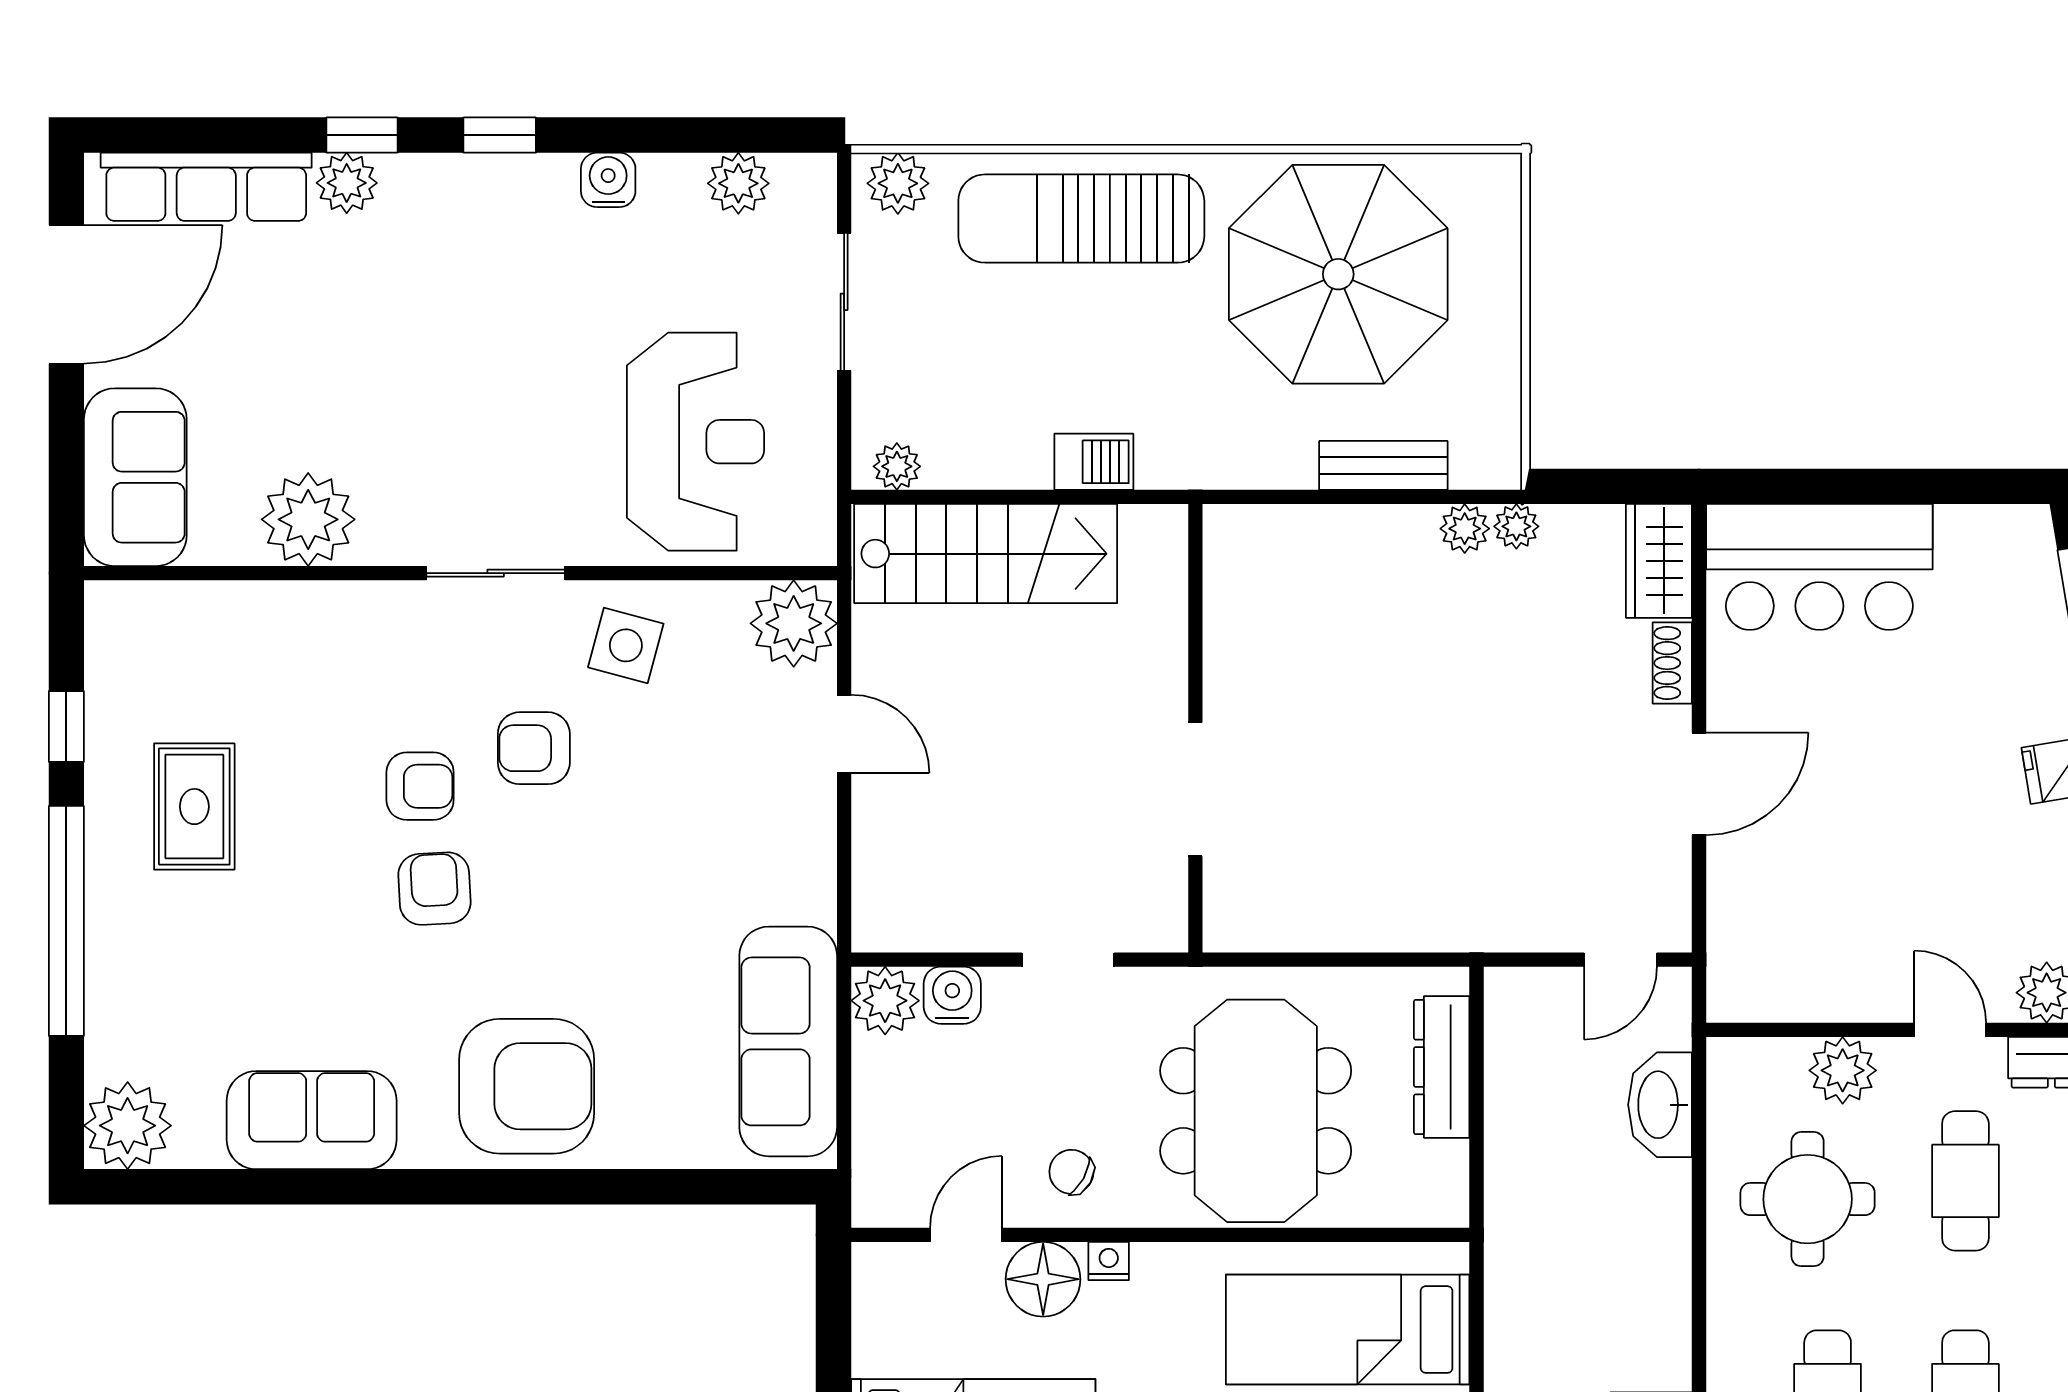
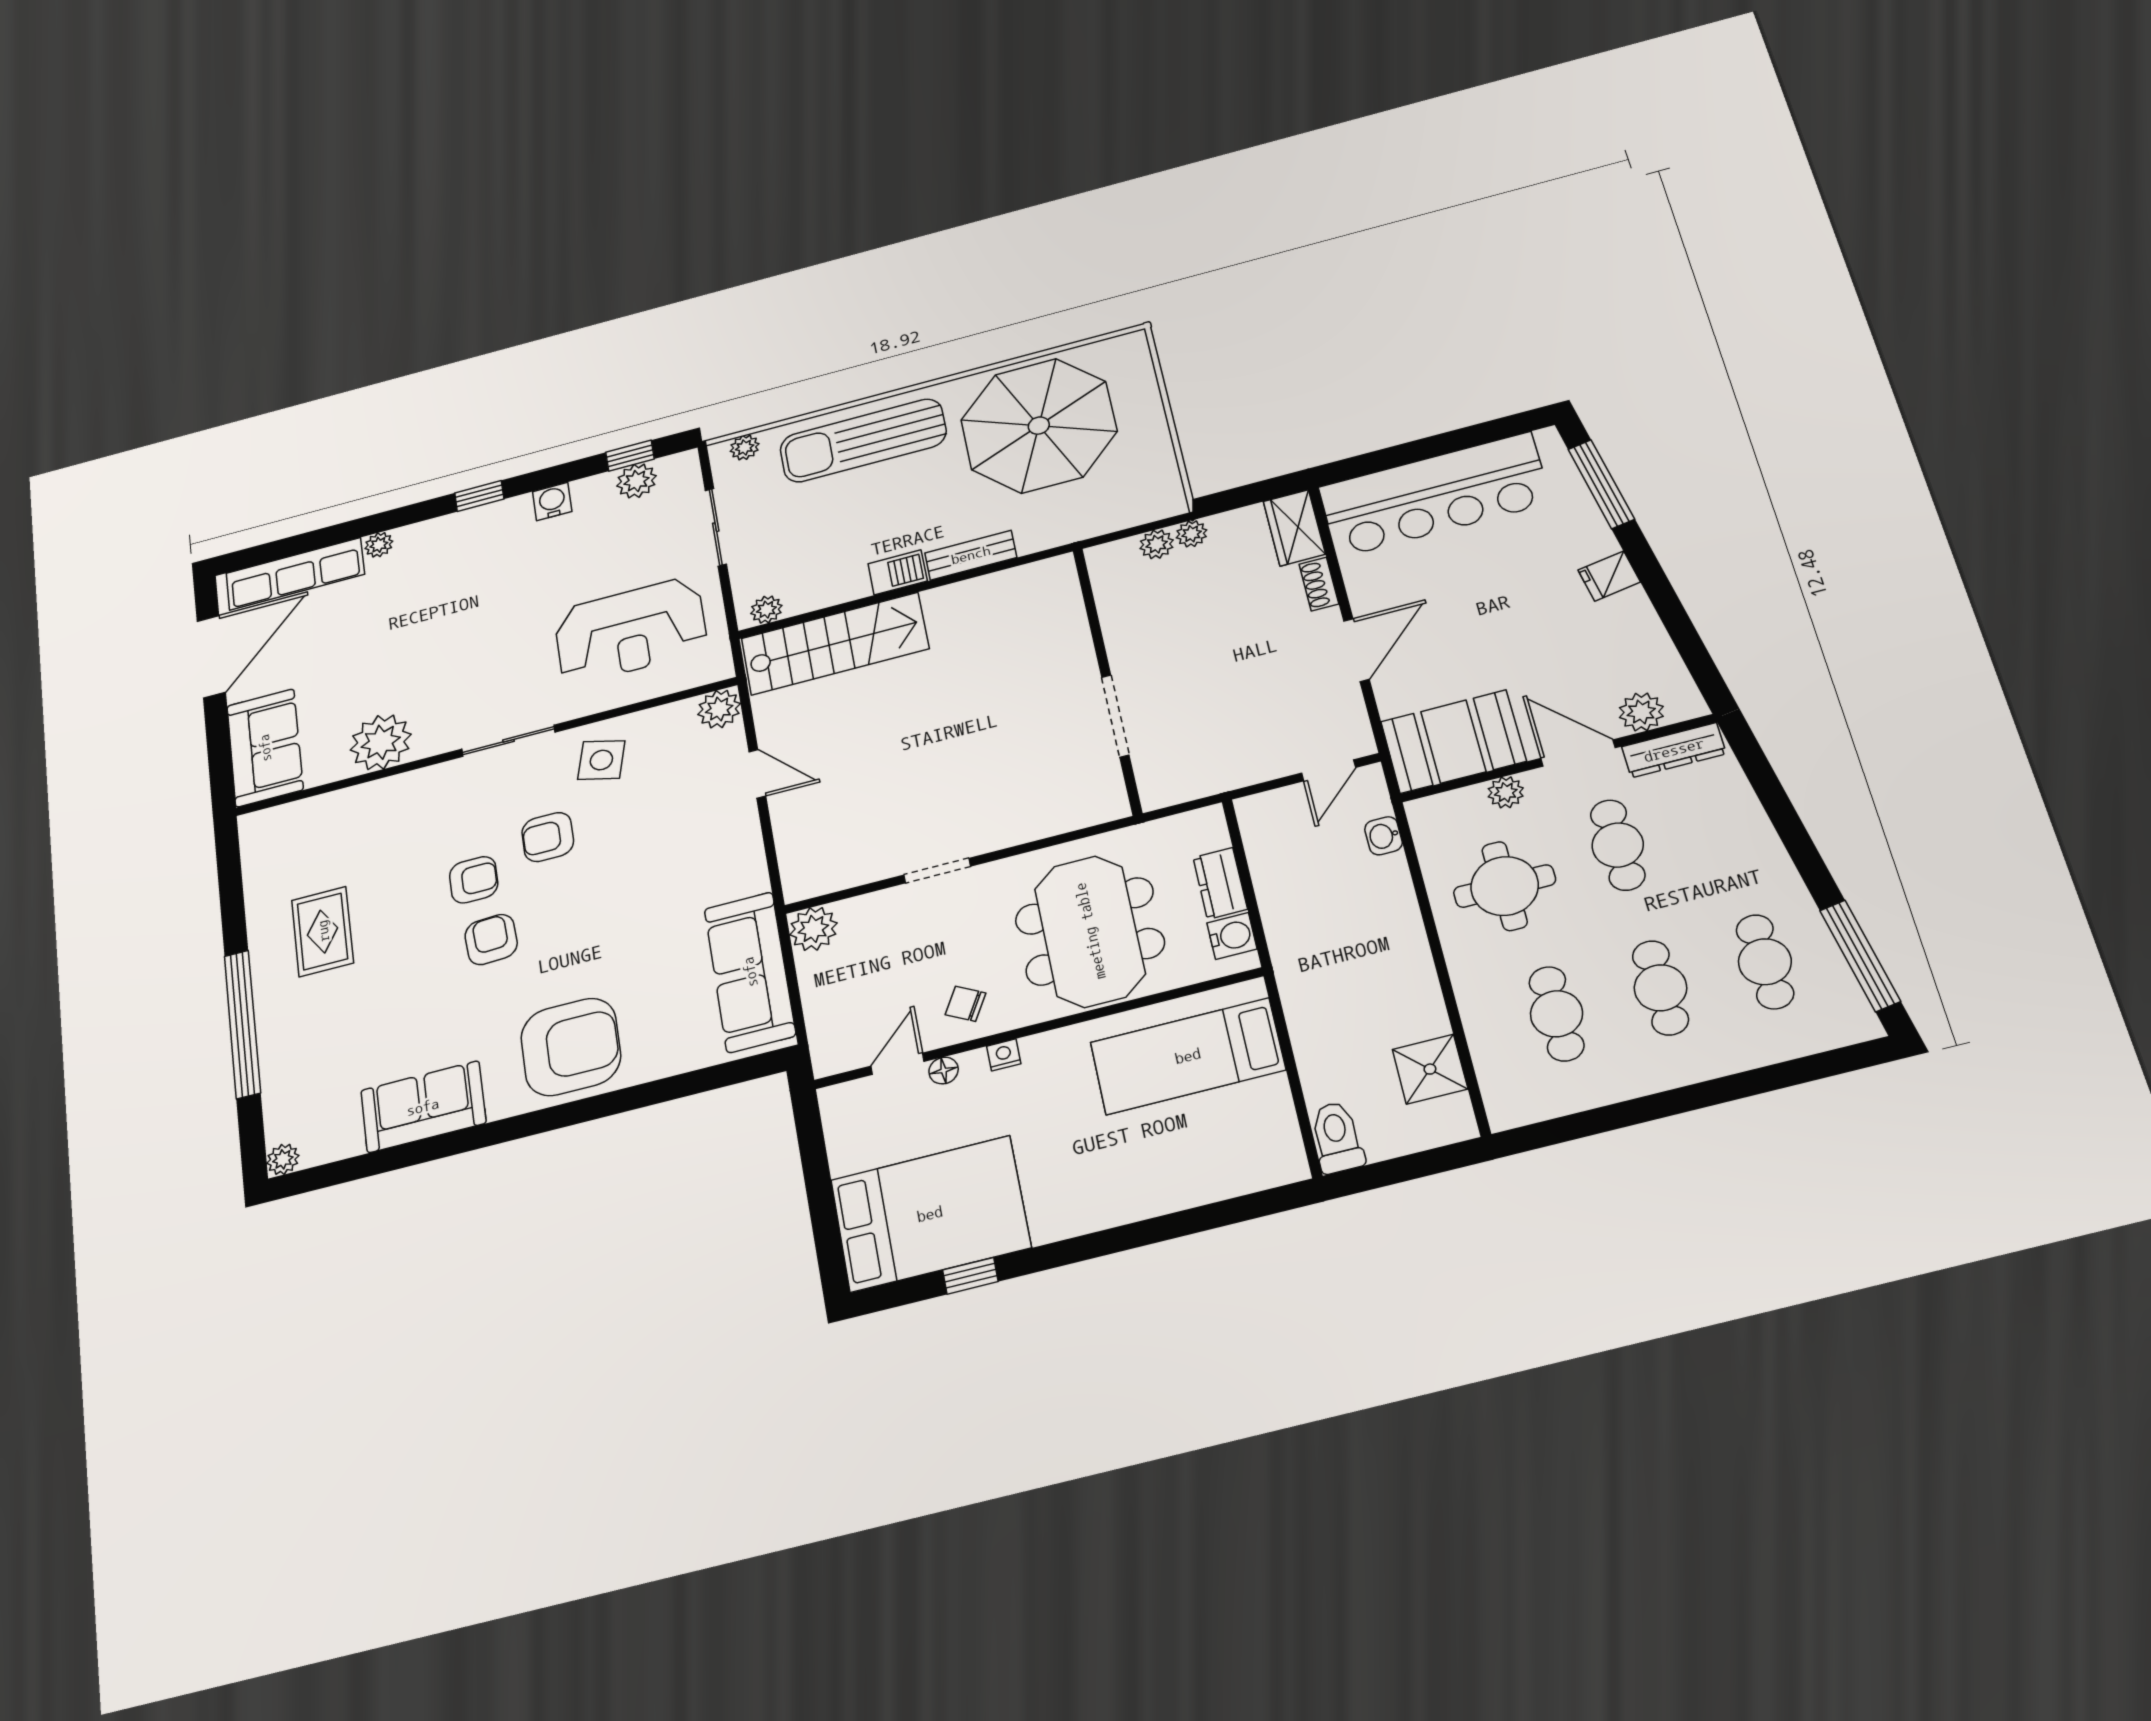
window: (362, 135) -> (630, 456), moved
plant: (347, 183) -> (379, 545), width x0.73, depth x0.73
plant: (898, 183) -> (745, 447), width x0.73, depth x0.73
reception desk: (696, 442) -> (630, 631), turned 90
bench: (1383, 465) -> (971, 555), moved
bar counter: (1819, 567) -> (1434, 495), width x1.36
plant: (794, 623) -> (719, 709), width x0.73, depth x0.73
window: (66, 727) -> (232, 905), removed
wall: (1195, 728) -> (1107, 680), moved
doorway: (1195, 789) -> (1115, 716), moved
booth: (1793, 964) -> (1453, 741), added
water cooler: (952, 995) -> (1232, 936), moved, turned 90
door: (1950, 1030) -> (1578, 753), width x1.37
dresser: (1442, 1067) -> (1220, 883), width x0.70
plant: (1843, 1070) -> (1506, 792), width x0.73, depth x0.73
washbasin: (1660, 1105) -> (1384, 836), width x0.52, depth x0.69
plant: (128, 1126) -> (283, 1159), width x0.53, depth x0.53
floor lamp: (1043, 1279) -> (944, 1071), width x0.53, depth x0.53

